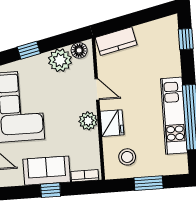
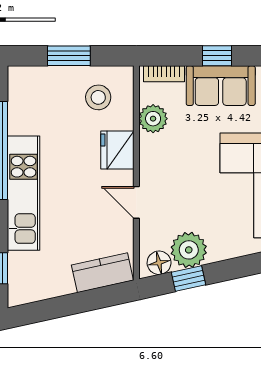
window: (29, 50) -> (189, 279), moved
kitchen unit: (174, 116) -> (24, 193), moved
plant: (88, 121) -> (153, 119), moved

